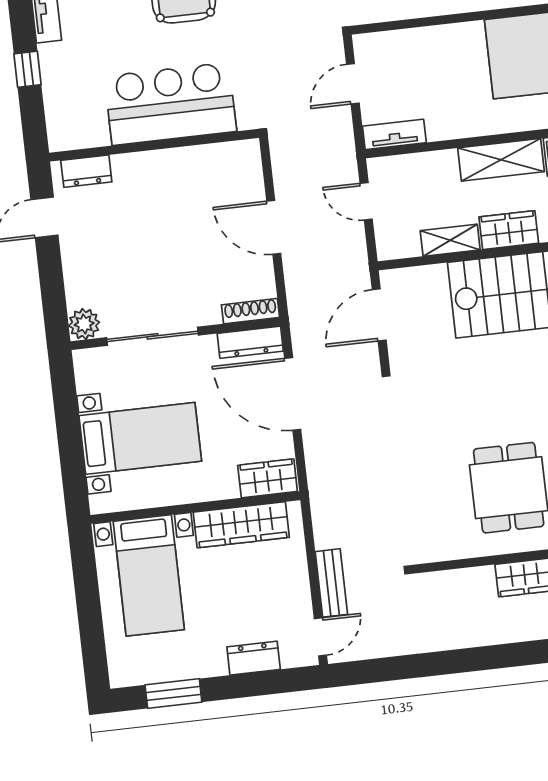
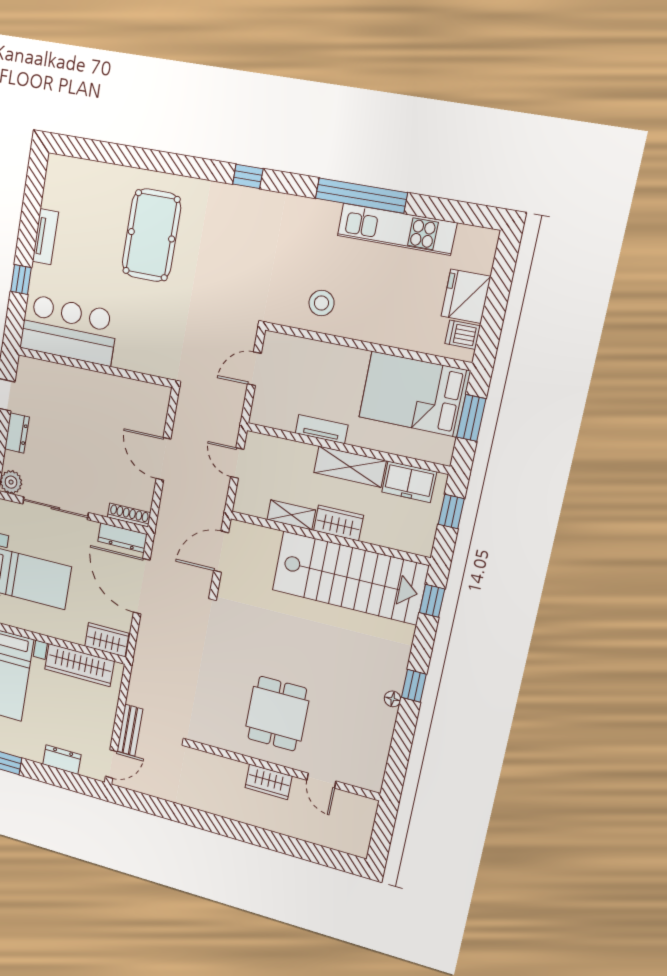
bar counter: (170, 104) -> (69, 330), moved
tv unit: (394, 134) -> (322, 429), moved
dresser: (86, 171) -> (17, 433), moved, turned -90

